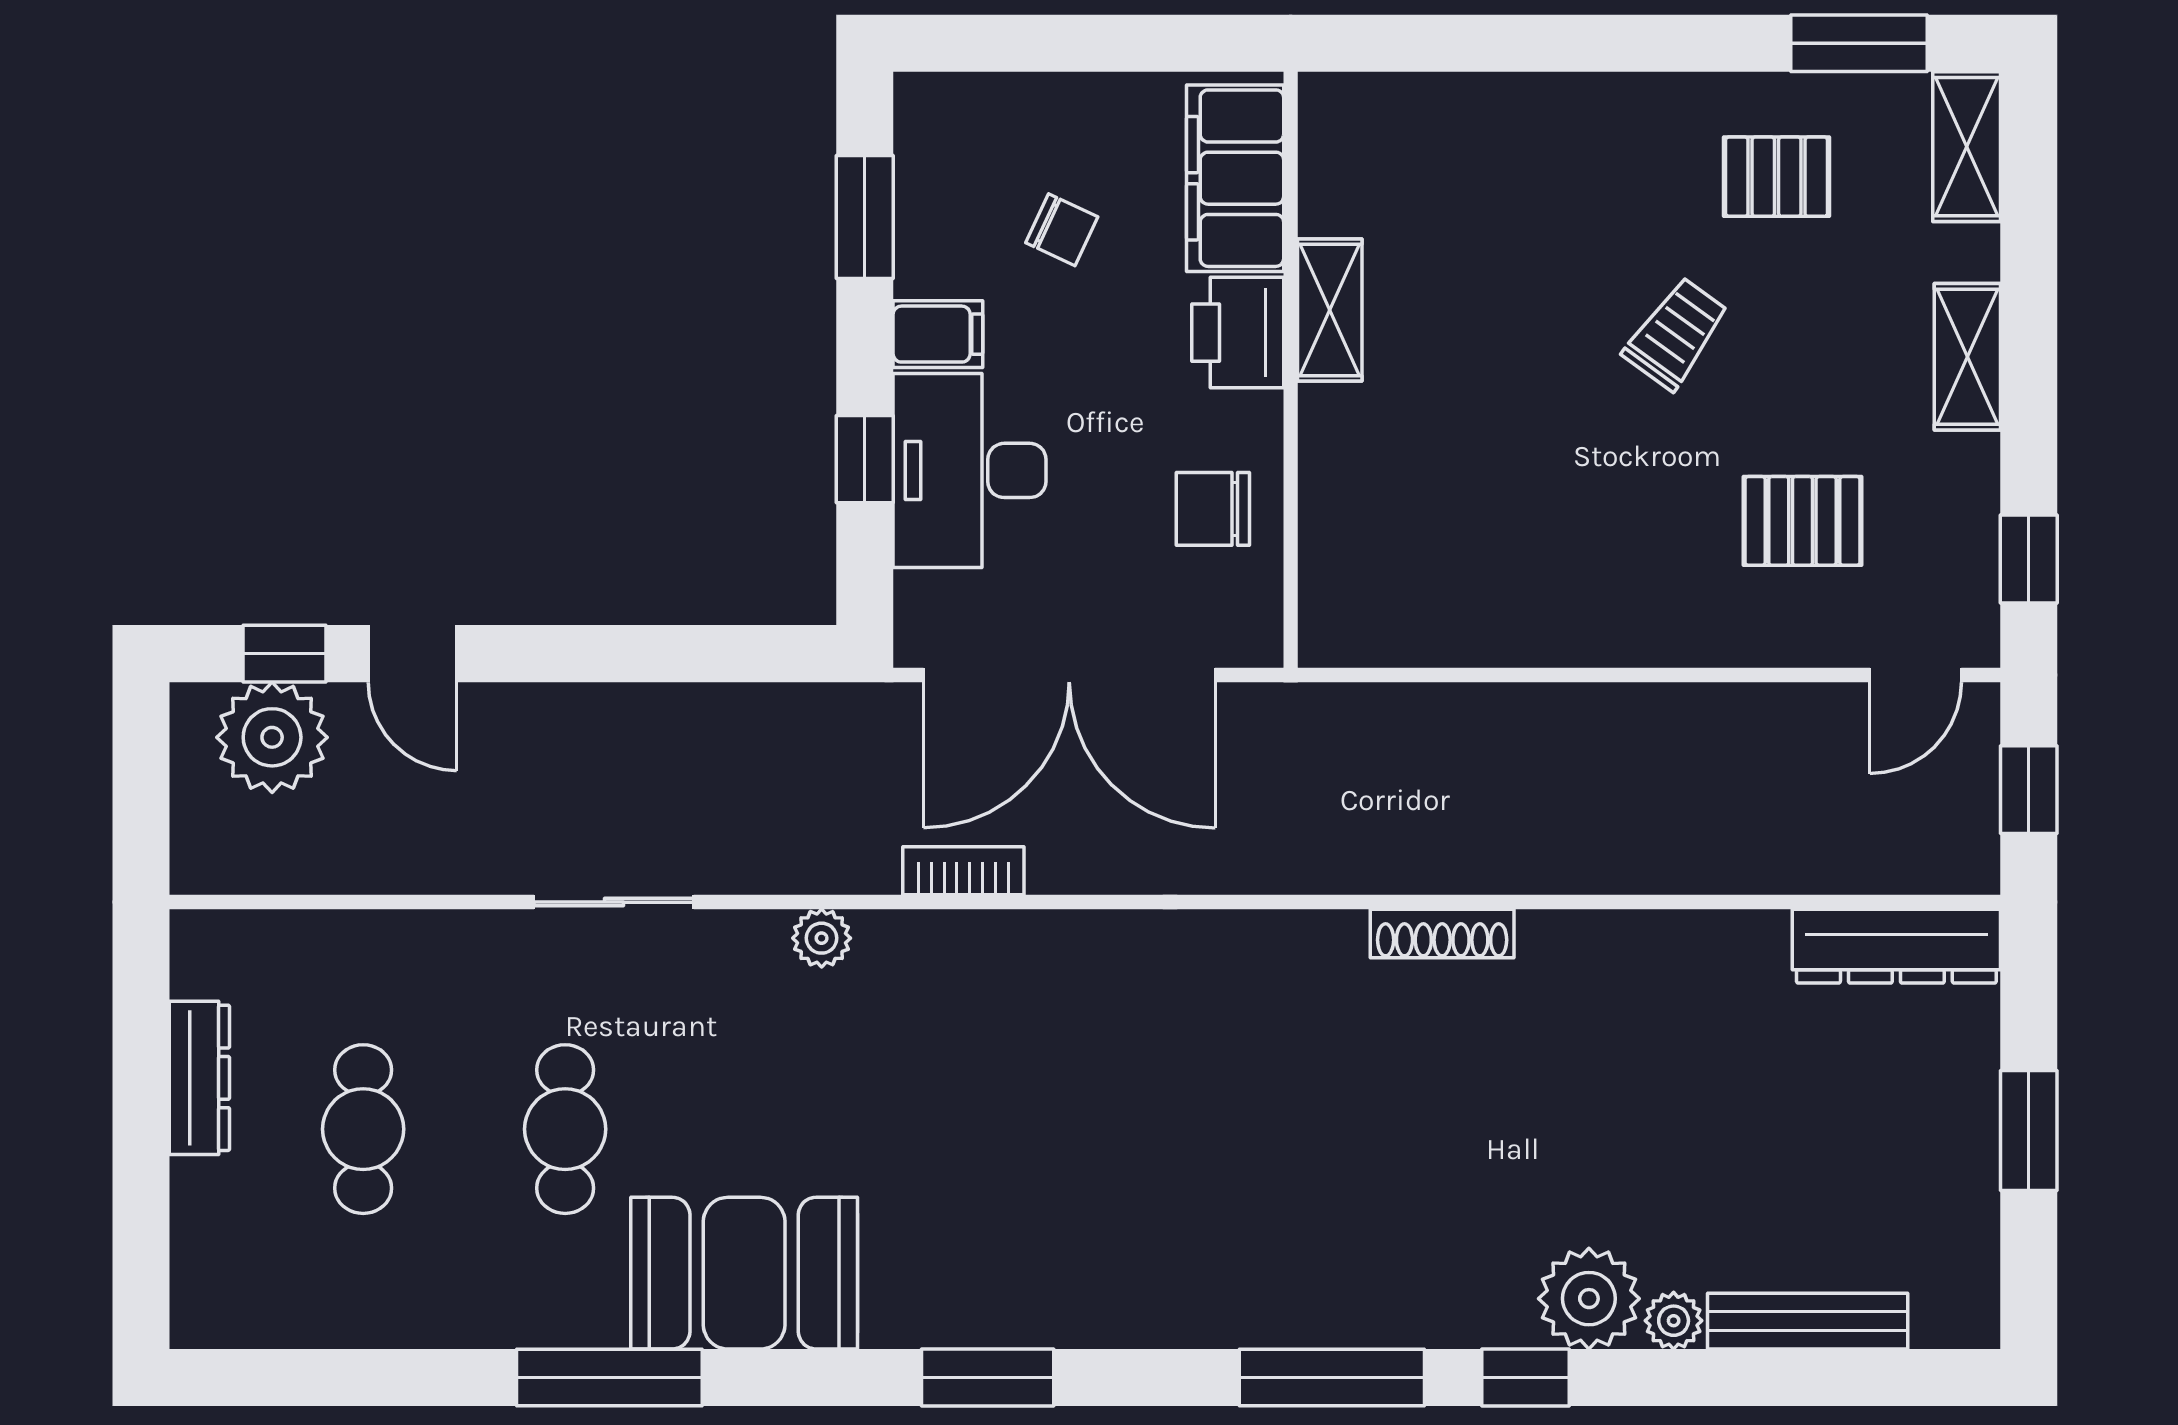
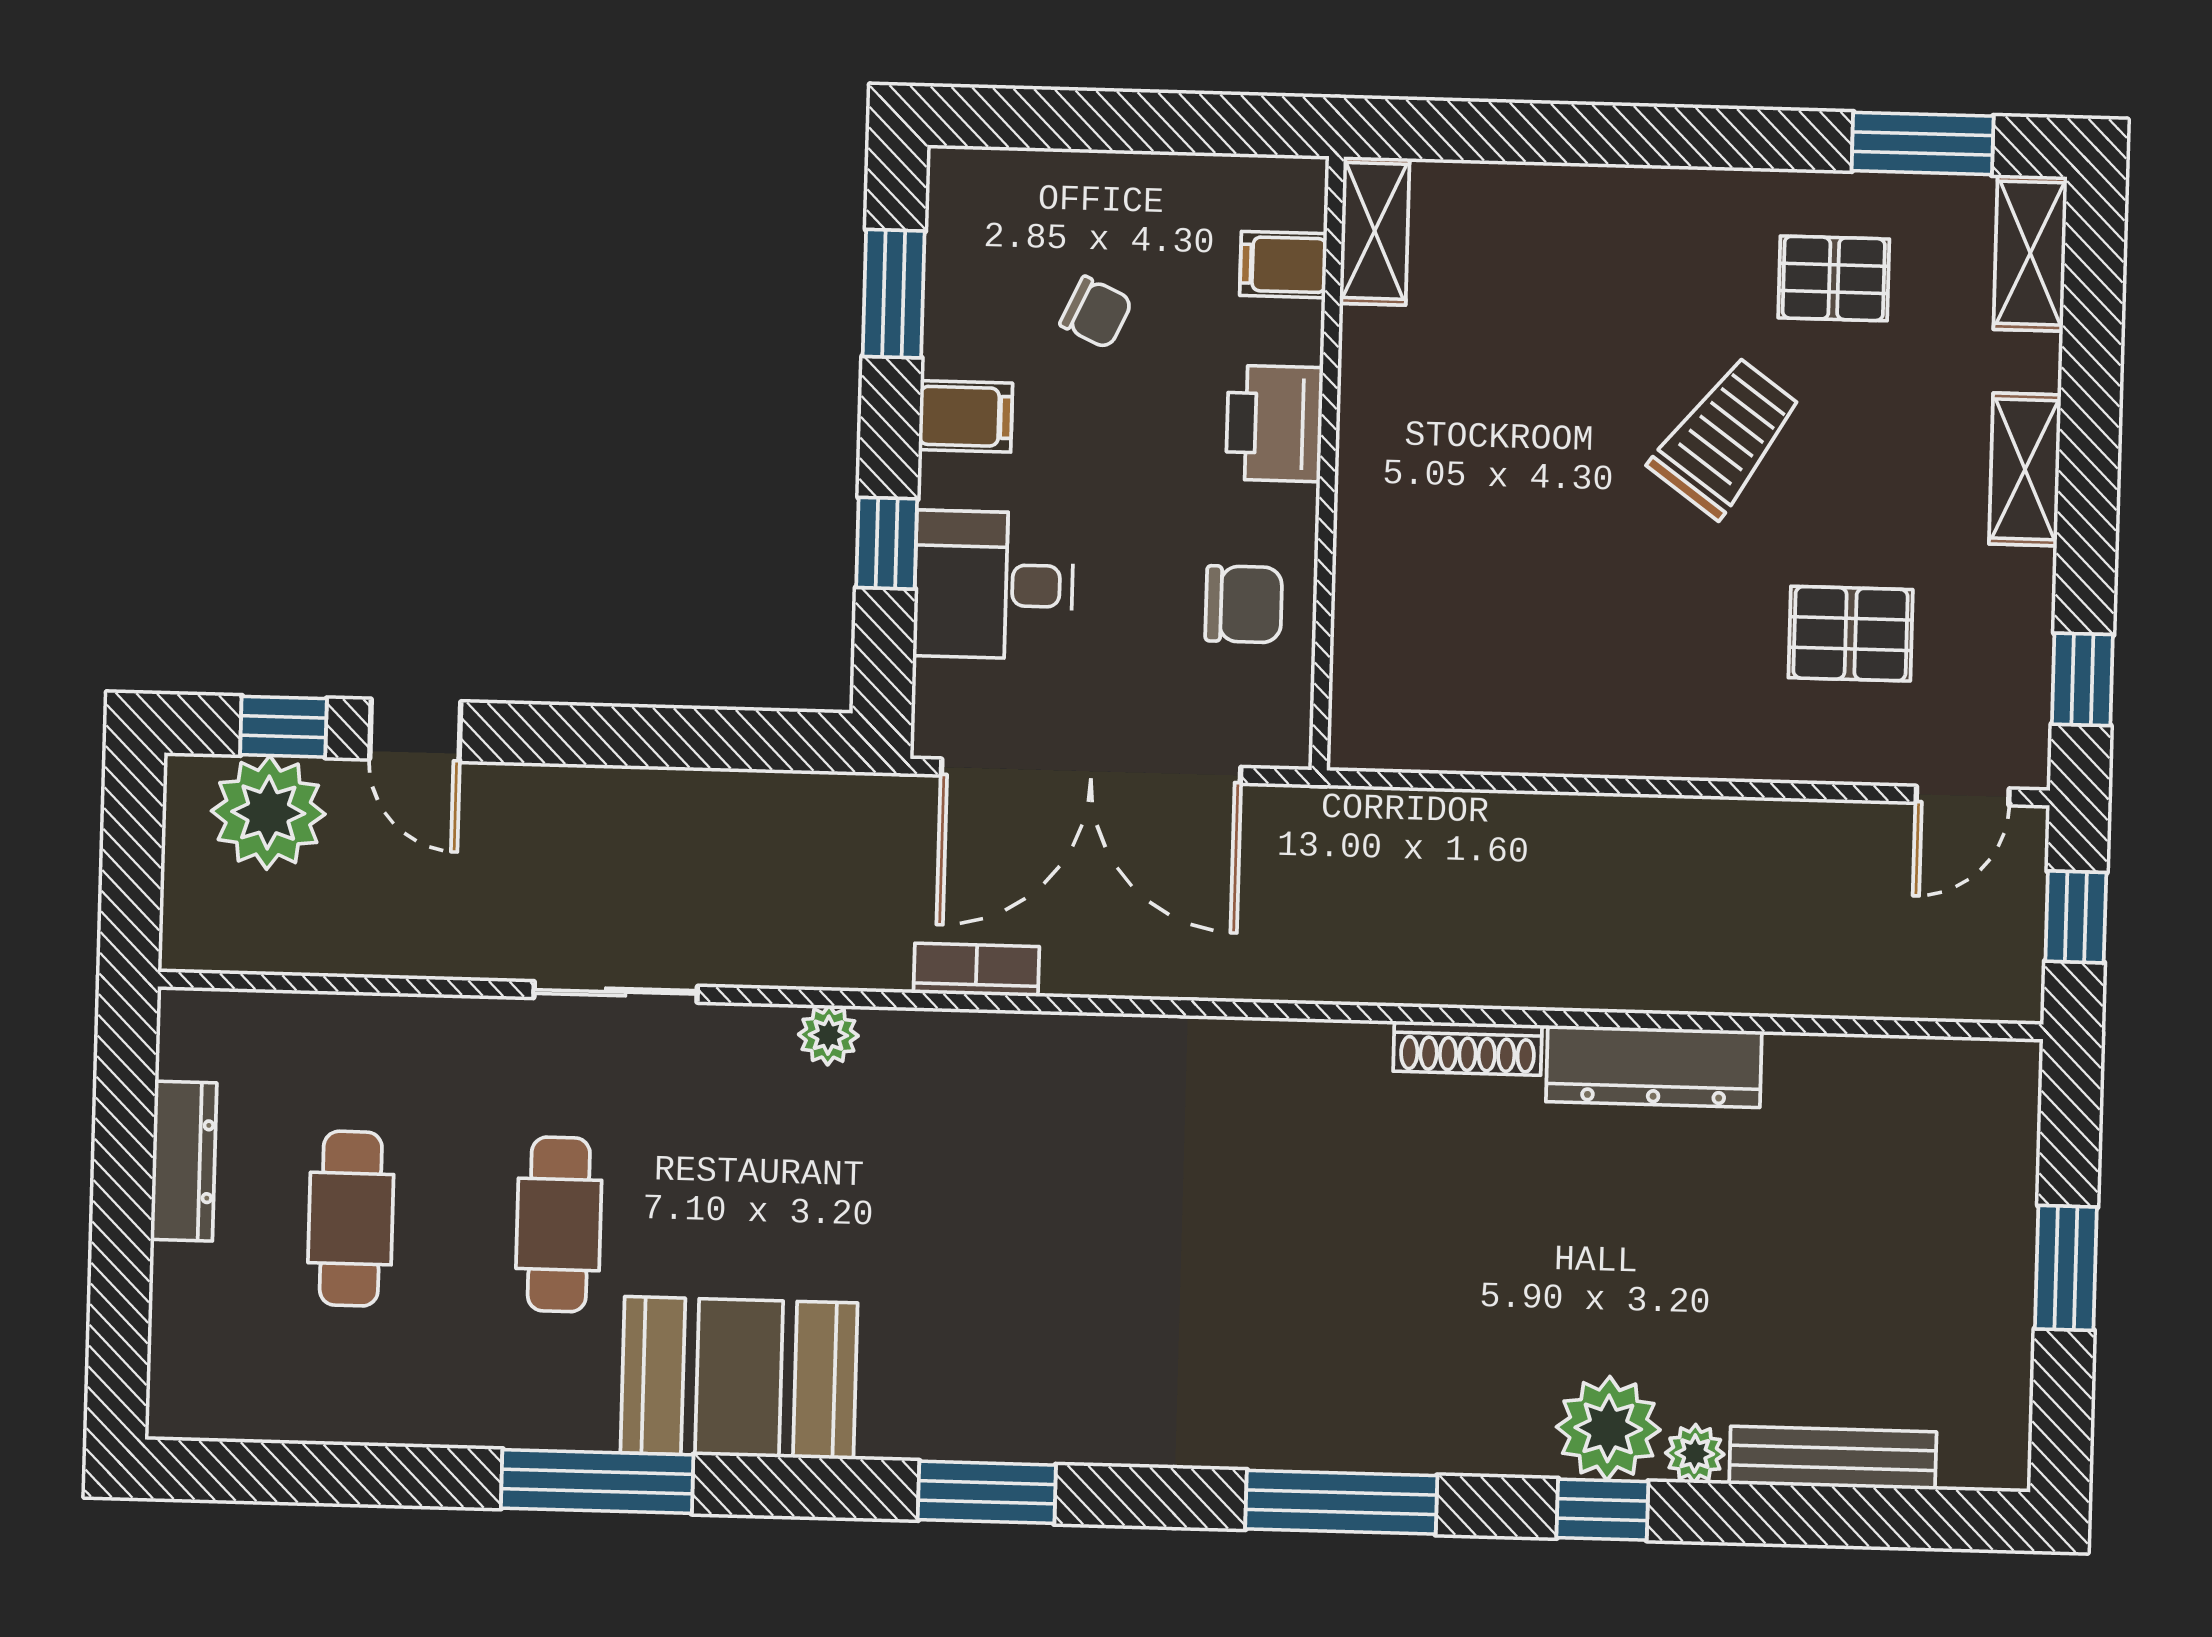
filing cabinet: (1235, 178) -> (1283, 265), width x0.33, depth x0.86
shelving: (1330, 310) -> (1375, 231), moved
trolley: (1676, 334) -> (1726, 437), width x1.36, depth x1.39
desk: (970, 470) -> (994, 585), width x0.73
chair: (1213, 509) -> (1244, 604), turned 180
dresser: (1896, 946) -> (1654, 1066), moved
window: (1526, 1377) -> (1602, 1510), moved

